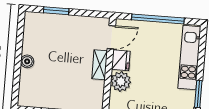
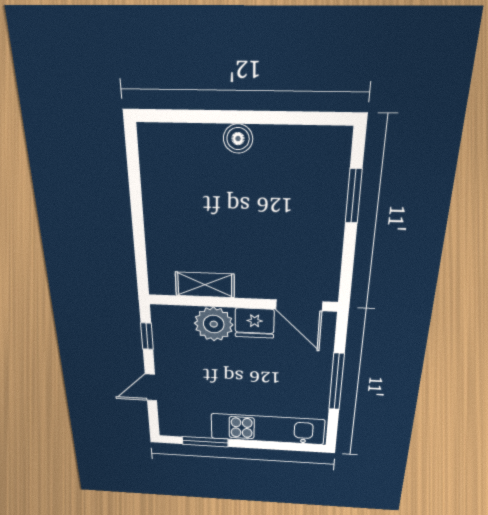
window: (158, 19) -> (337, 382), width x0.68
shelving: (100, 65) -> (205, 285), moved

